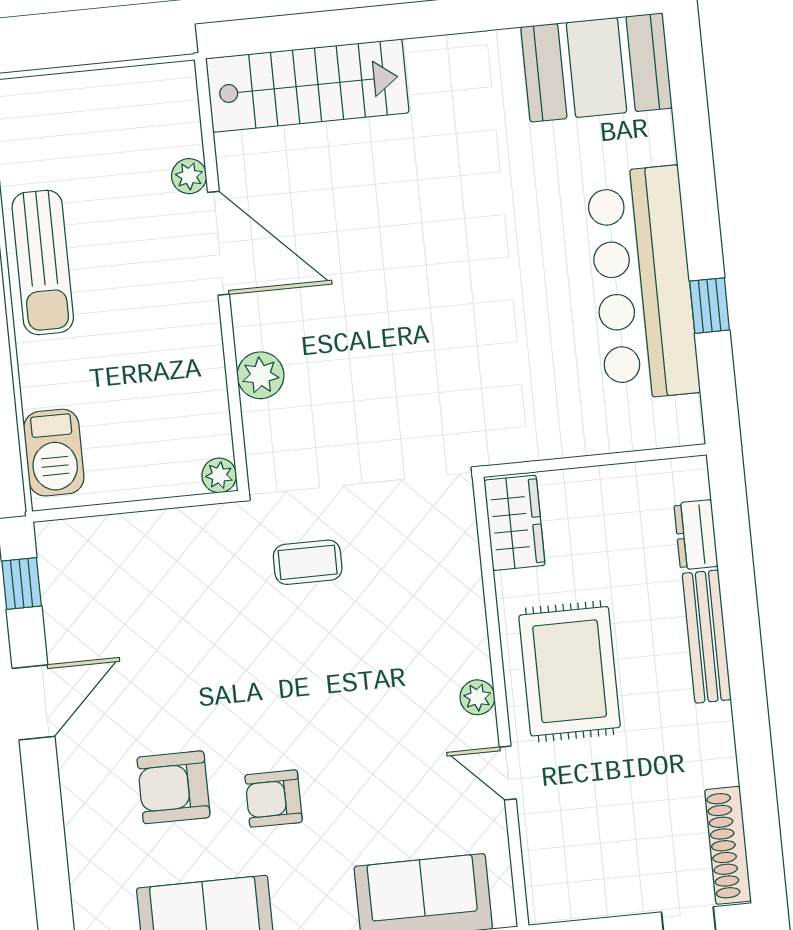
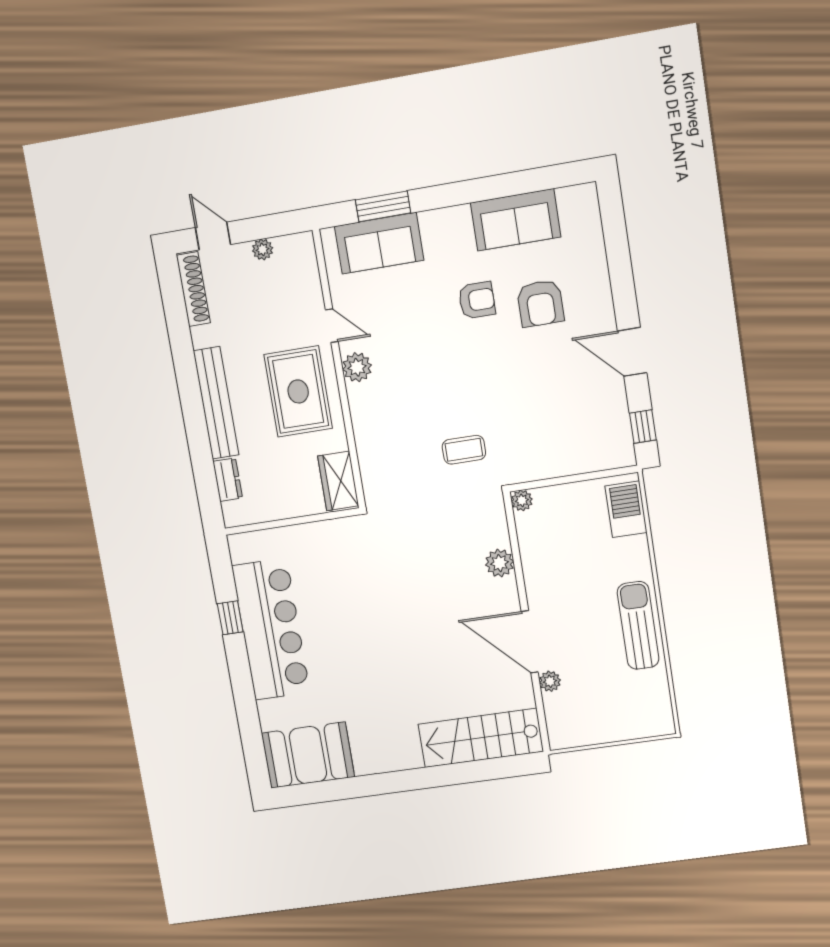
bench: (707, 637) -> (216, 403), width x1.37, depth x1.21
plant: (477, 697) -> (357, 367), width x1.38, depth x1.38
door: (33, 702) -> (632, 352), hinge flipped
armchair: (174, 787) -> (540, 303), turned 90
plant: (611, 900) -> (263, 249), added

